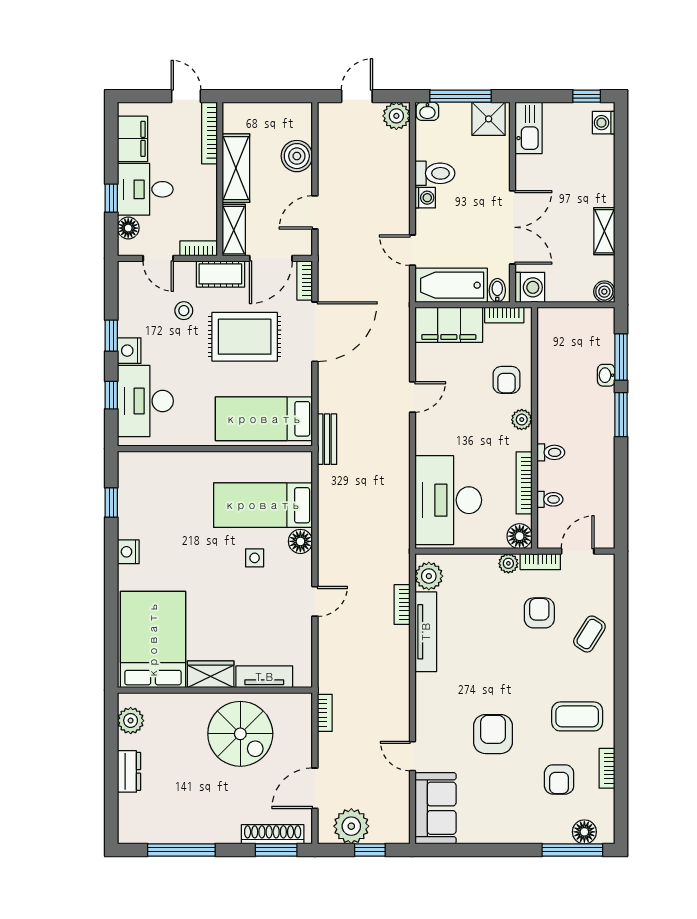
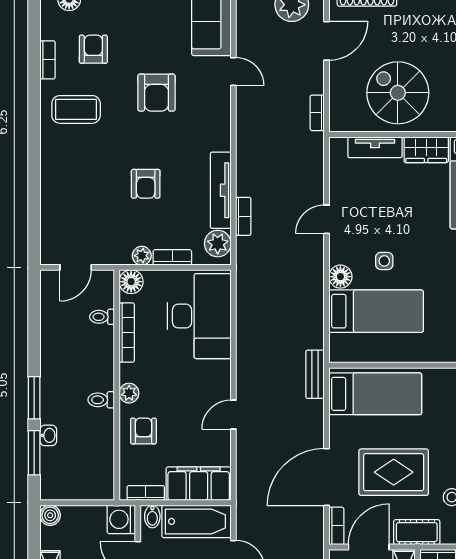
toilet: (551, 452) -> (101, 400), moved
bookcase: (540, 562) -> (172, 257), moved
armchair: (539, 613) -> (146, 184), moved
coffee table: (589, 634) -> (64, 188), removed

